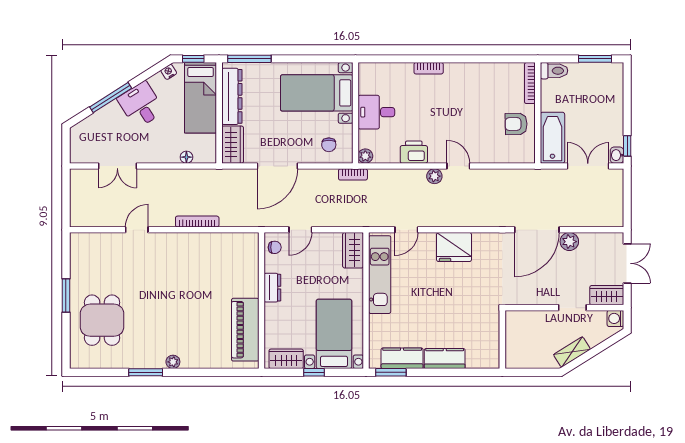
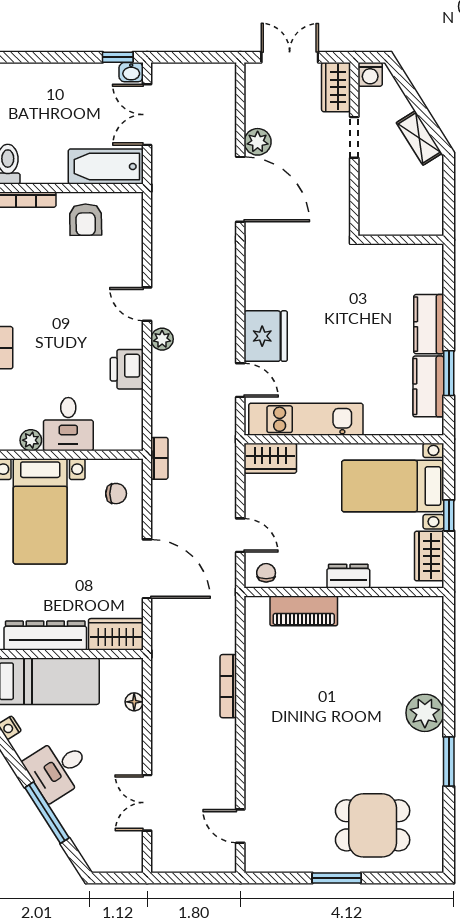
plant: (365, 156) -> (31, 440), moved
double door: (117, 166) -> (147, 803), swing flipped
door: (458, 166) -> (147, 304), hinge flipped
door: (137, 230) -> (240, 826), moved
fridge: (454, 247) -> (266, 336), moved
dresser: (272, 288) -> (348, 576), moved
piano: (245, 330) -> (304, 611), moved, width x0.73, depth x0.75
plant: (173, 362) -> (425, 713), width x1.88, depth x1.88
window: (391, 372) -> (449, 373), moved

